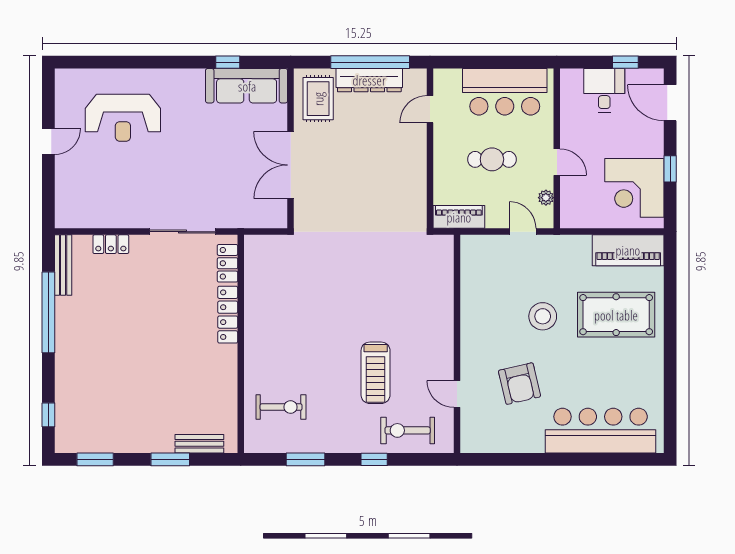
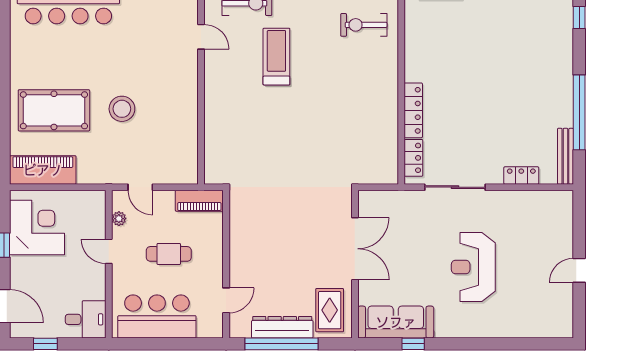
desk: (604, 90) -> (86, 319), moved, turned -90
reception desk: (123, 118) -> (473, 267), moved, turned -90
armchair: (519, 384) -> (143, 47), removed

